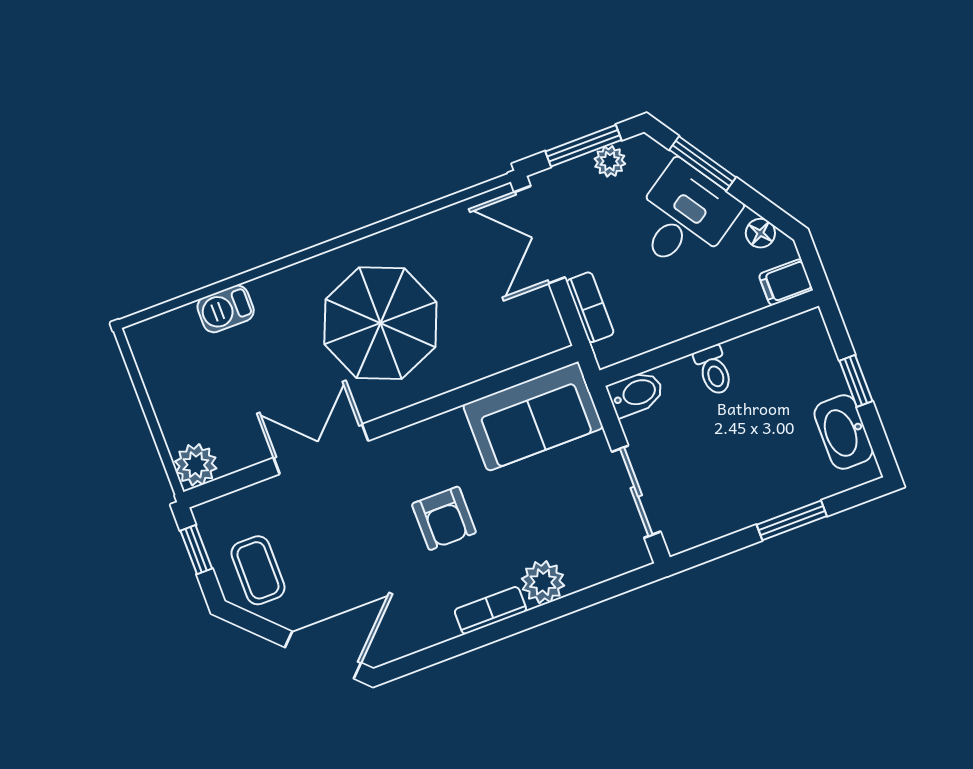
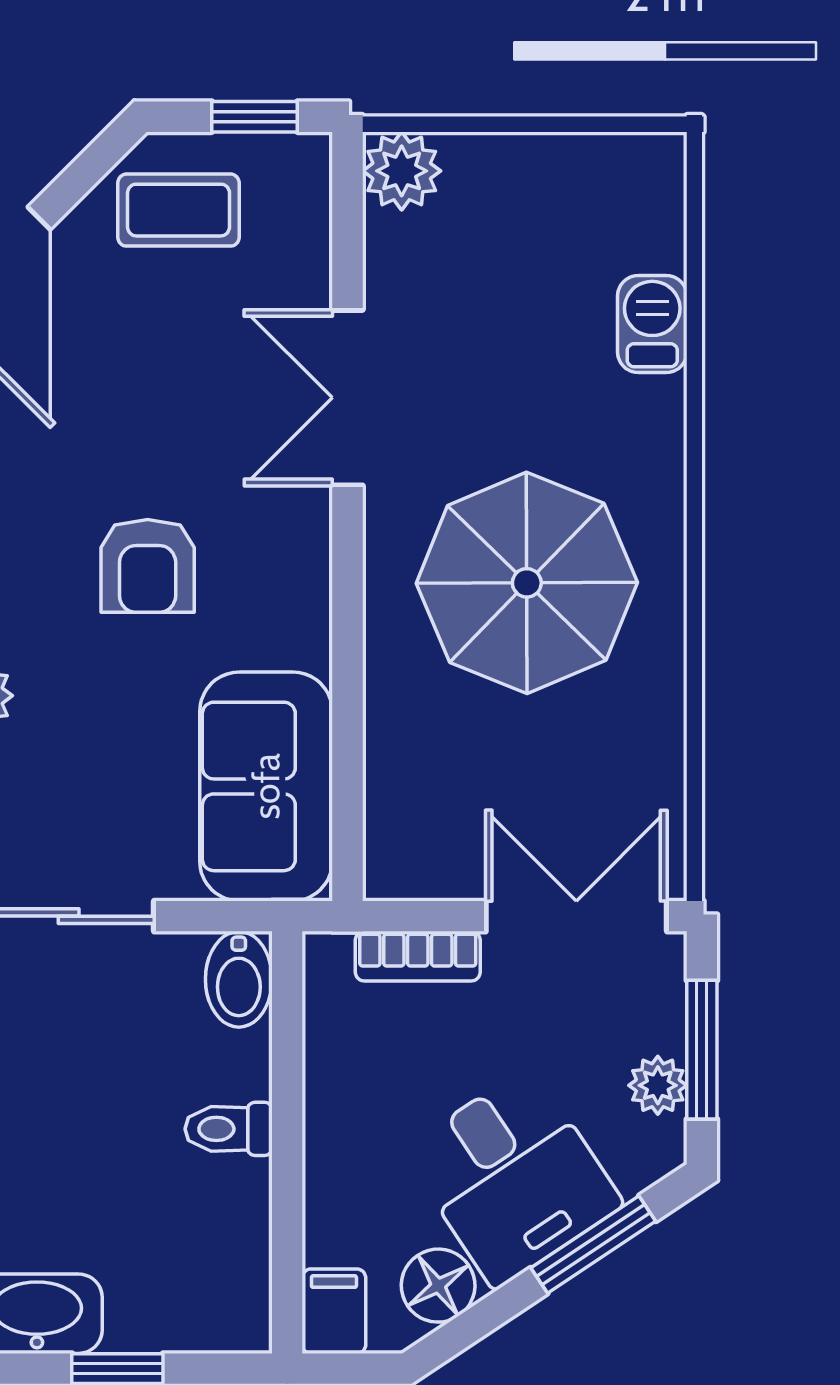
floor lamp: (760, 233) -> (438, 1286), width x1.37, depth x1.37
double door: (321, 449) -> (347, 398), swing flipped
armchair: (444, 518) -> (148, 566), turned -90

